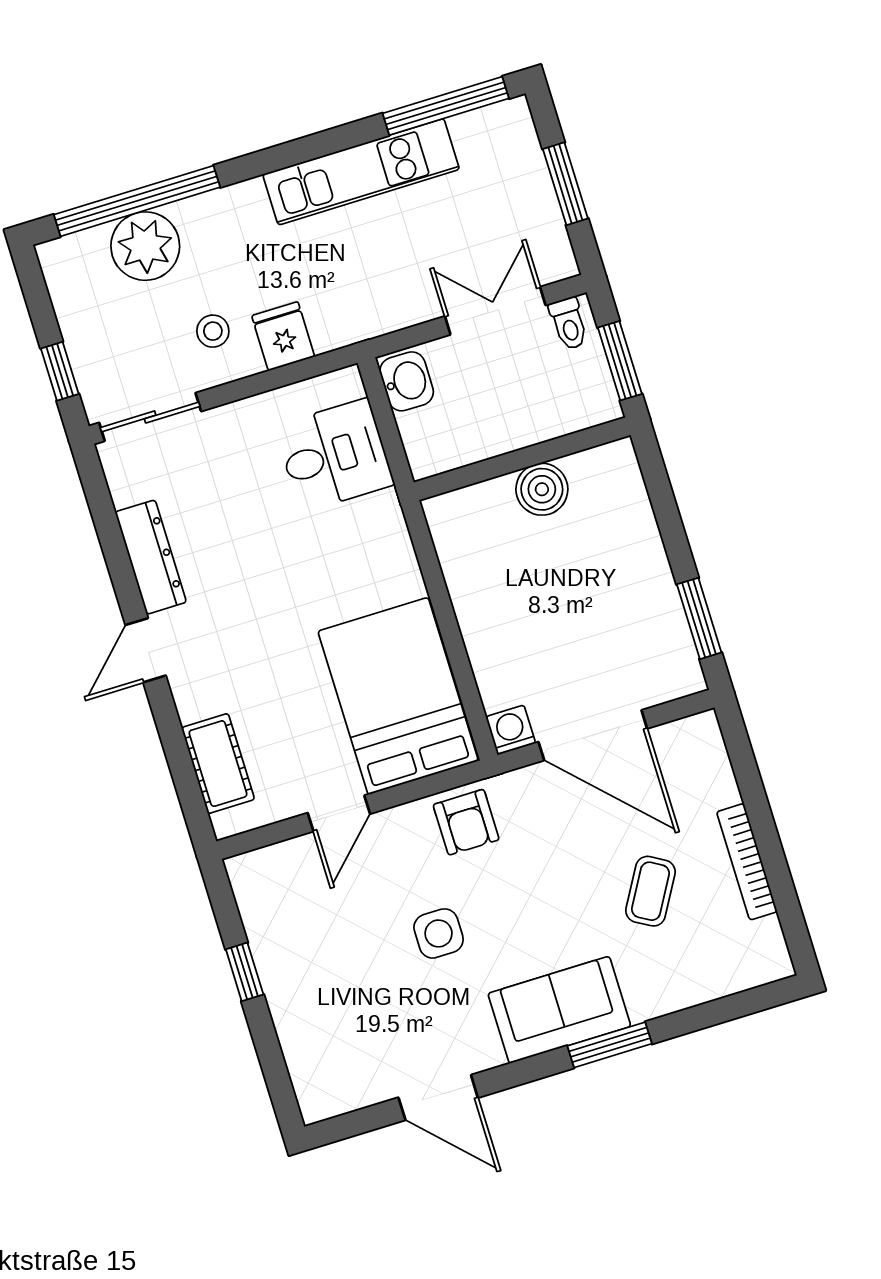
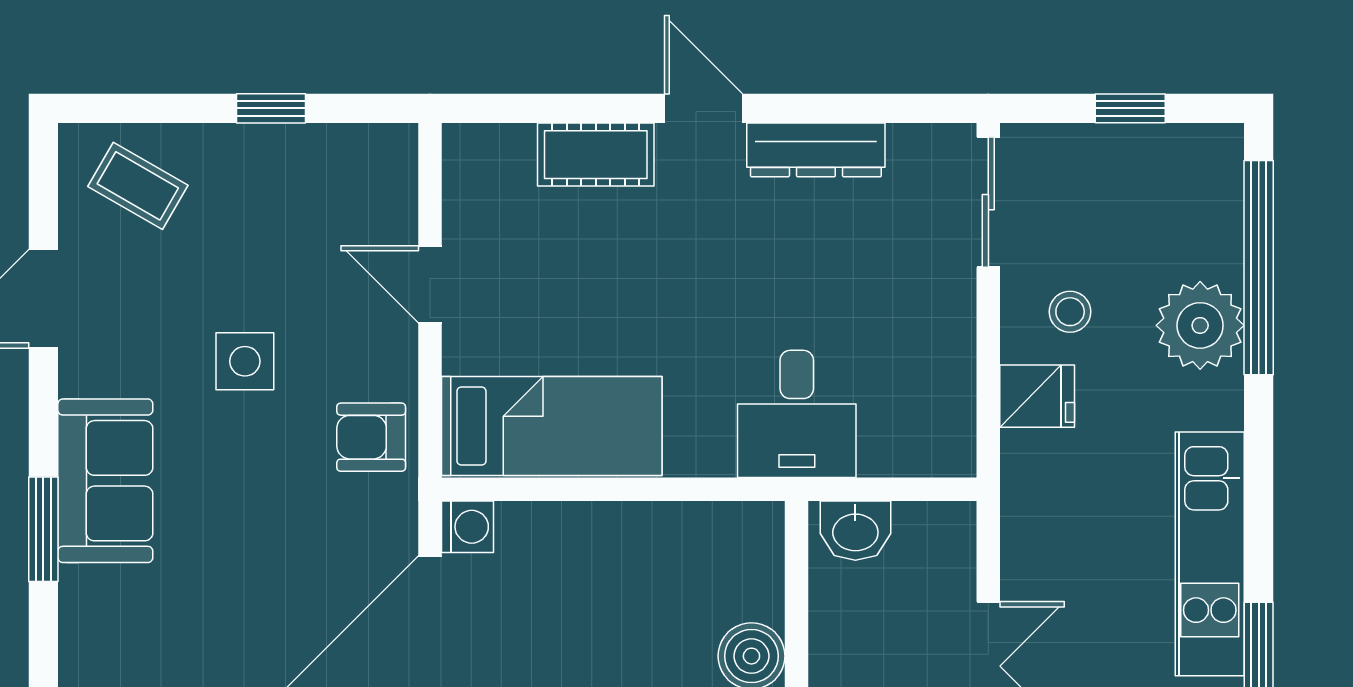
plant: (145, 246) -> (1200, 325), moved
window: (60, 371) -> (1130, 108), moved
washbasin: (407, 381) -> (855, 531), moved
desk: (334, 455) -> (797, 414), moved
bed: (398, 696) -> (552, 426), width x0.67
cot: (218, 764) -> (596, 155), moved
coffee table: (651, 891) -> (138, 186), moved

